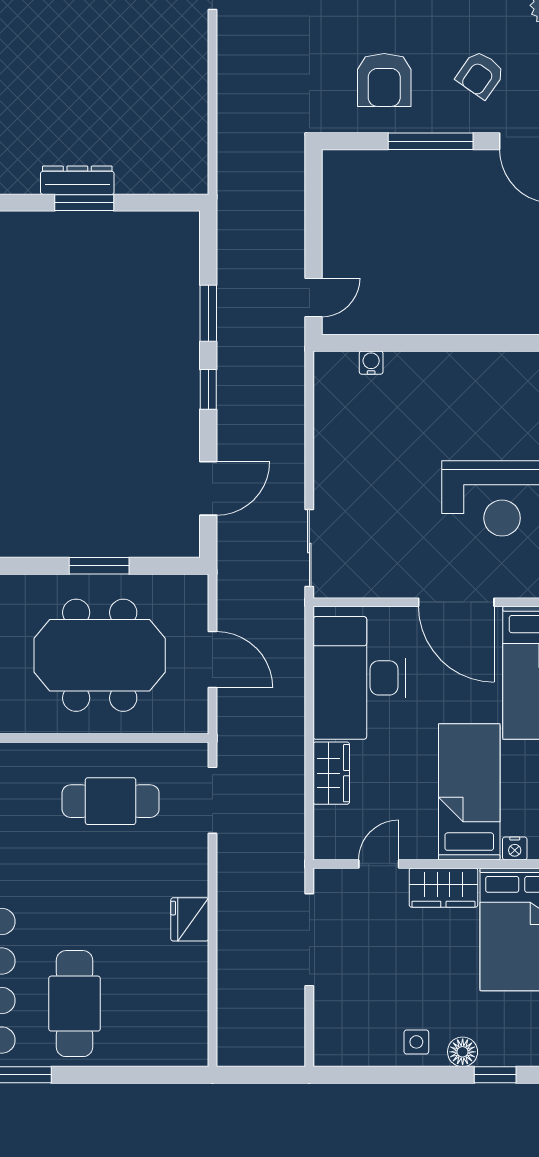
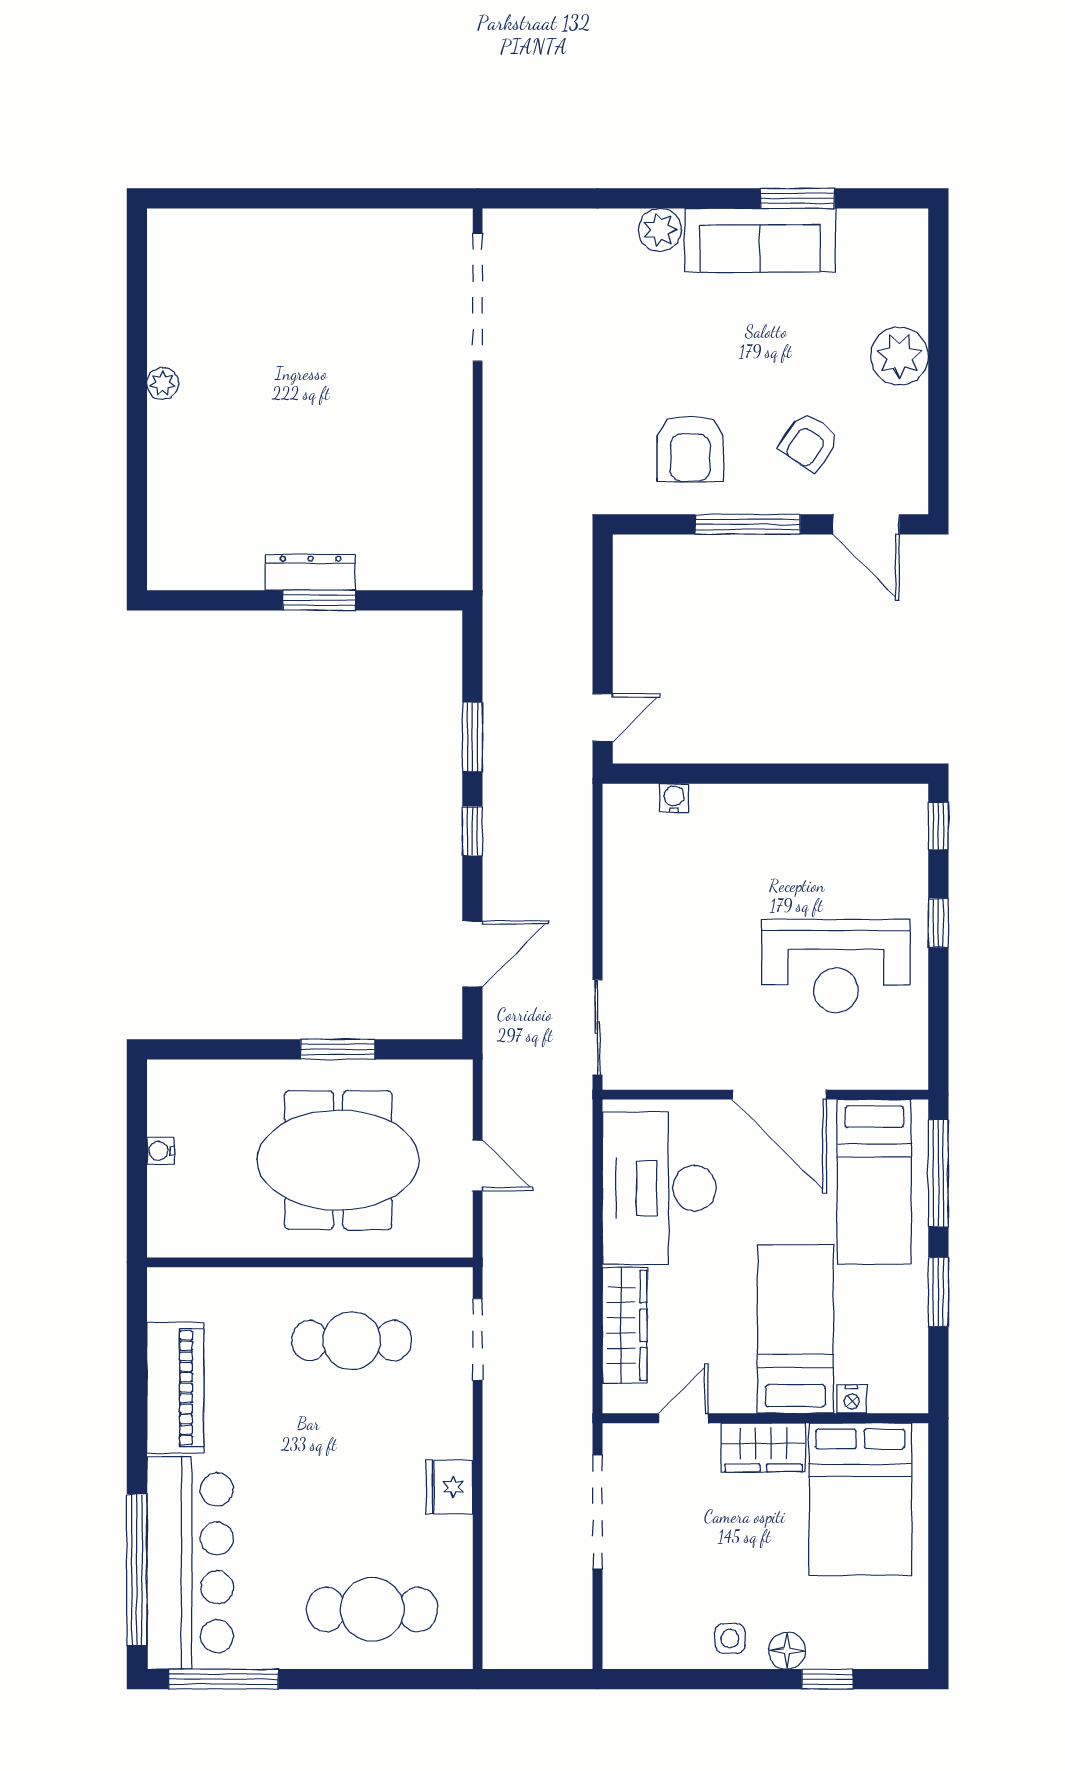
door: (212, 660) -> (478, 1165), width x0.73
wardrobe: (331, 773) -> (625, 1325), width x1.50
cafe table: (74, 1004) -> (372, 1609), moved, turned 90

